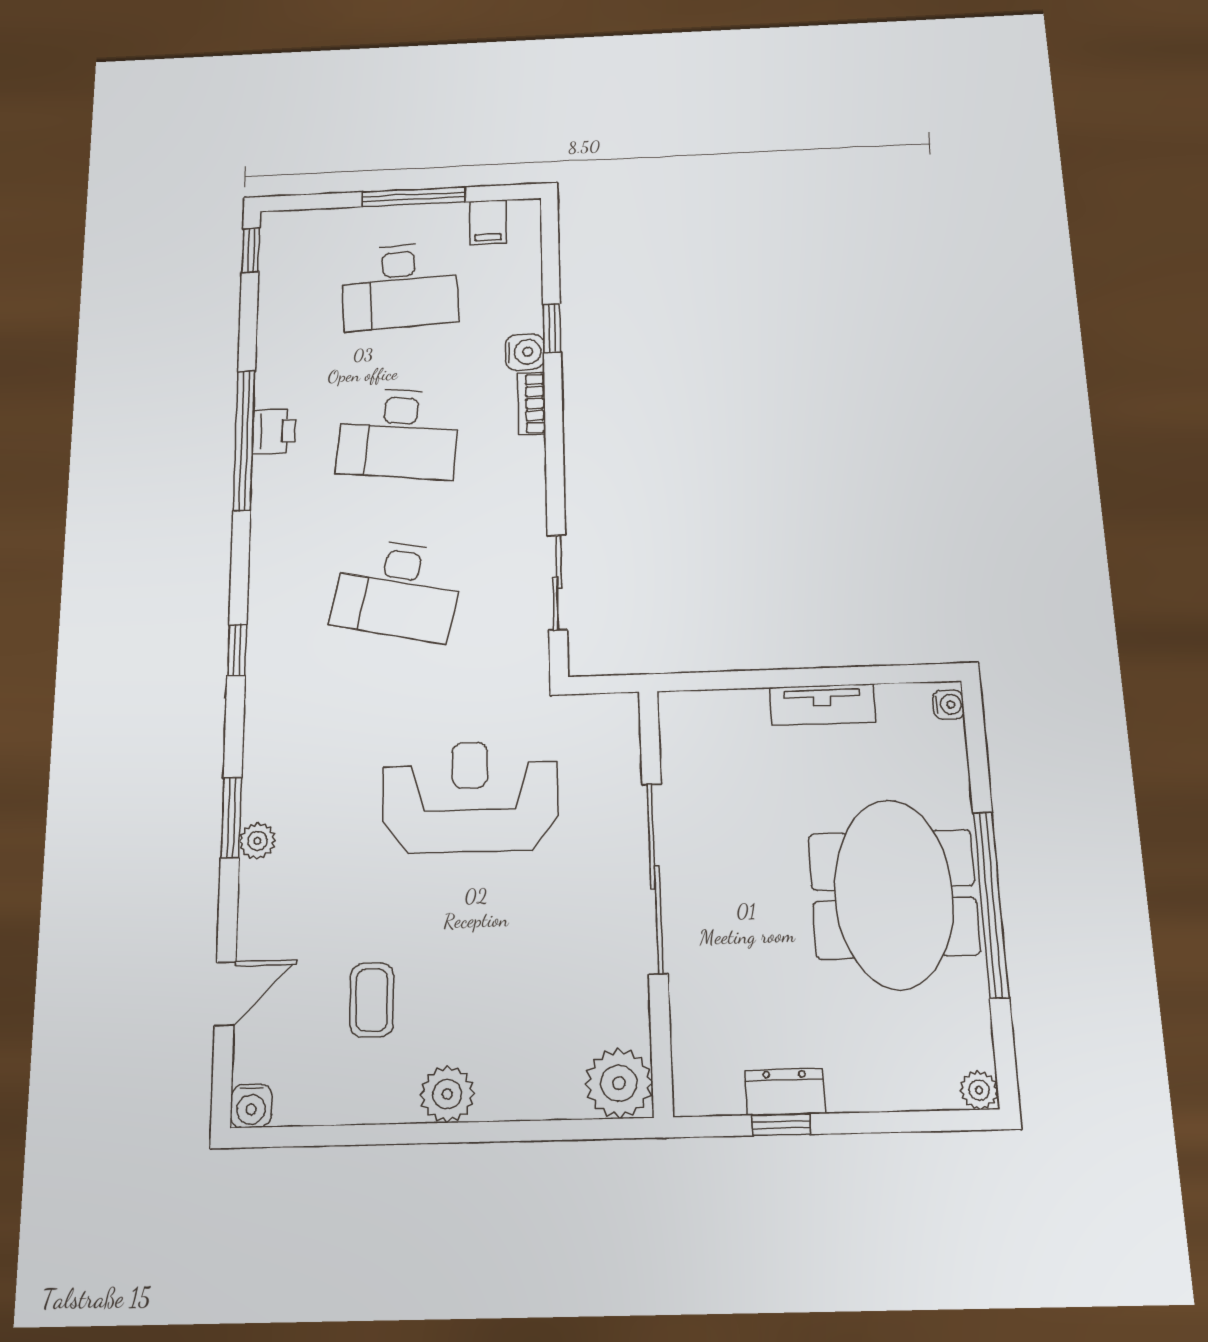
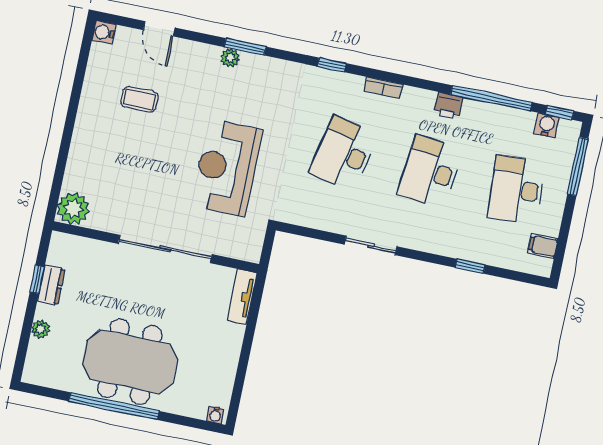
window: (414, 197) -> (578, 167), moved
water cooler: (525, 352) -> (547, 125), moved, turned 180
bookcase: (532, 404) -> (383, 88), moved, turned 180
window: (244, 440) -> (491, 98), moved
sliding door: (557, 582) -> (371, 245), moved
tv unit: (823, 705) -> (242, 297), moved
reception desk: (470, 797) -> (227, 168), turned 180
plant: (979, 1090) -> (41, 329), moved
plant: (447, 1094) -> (87, 127), removed

